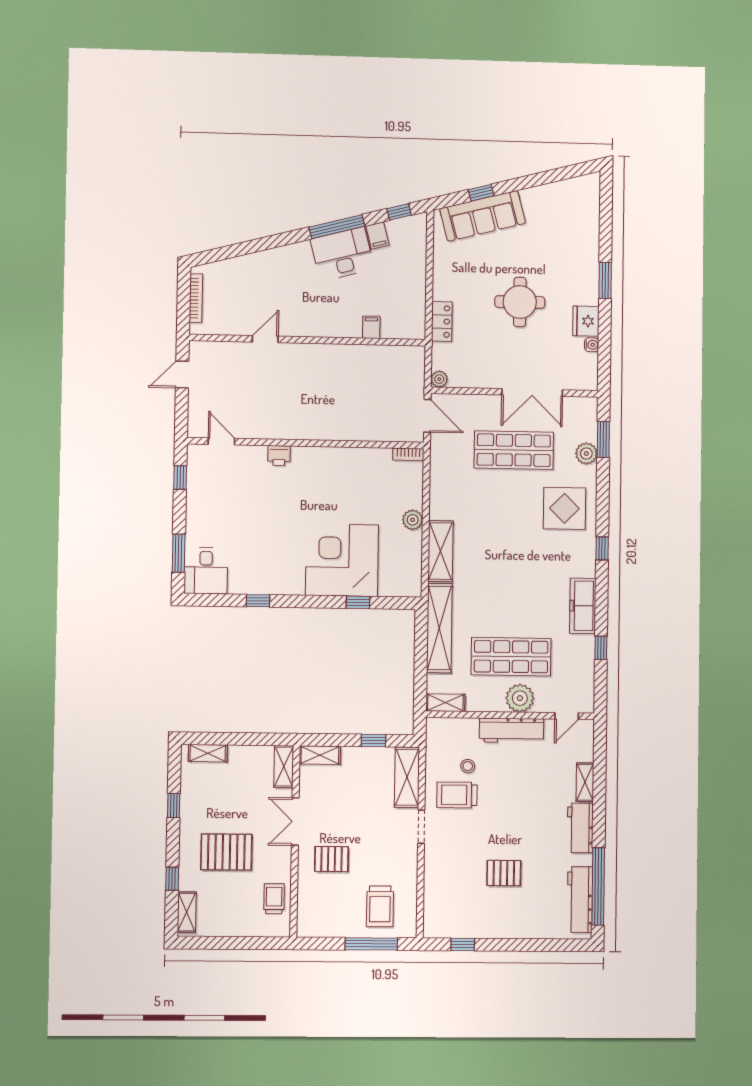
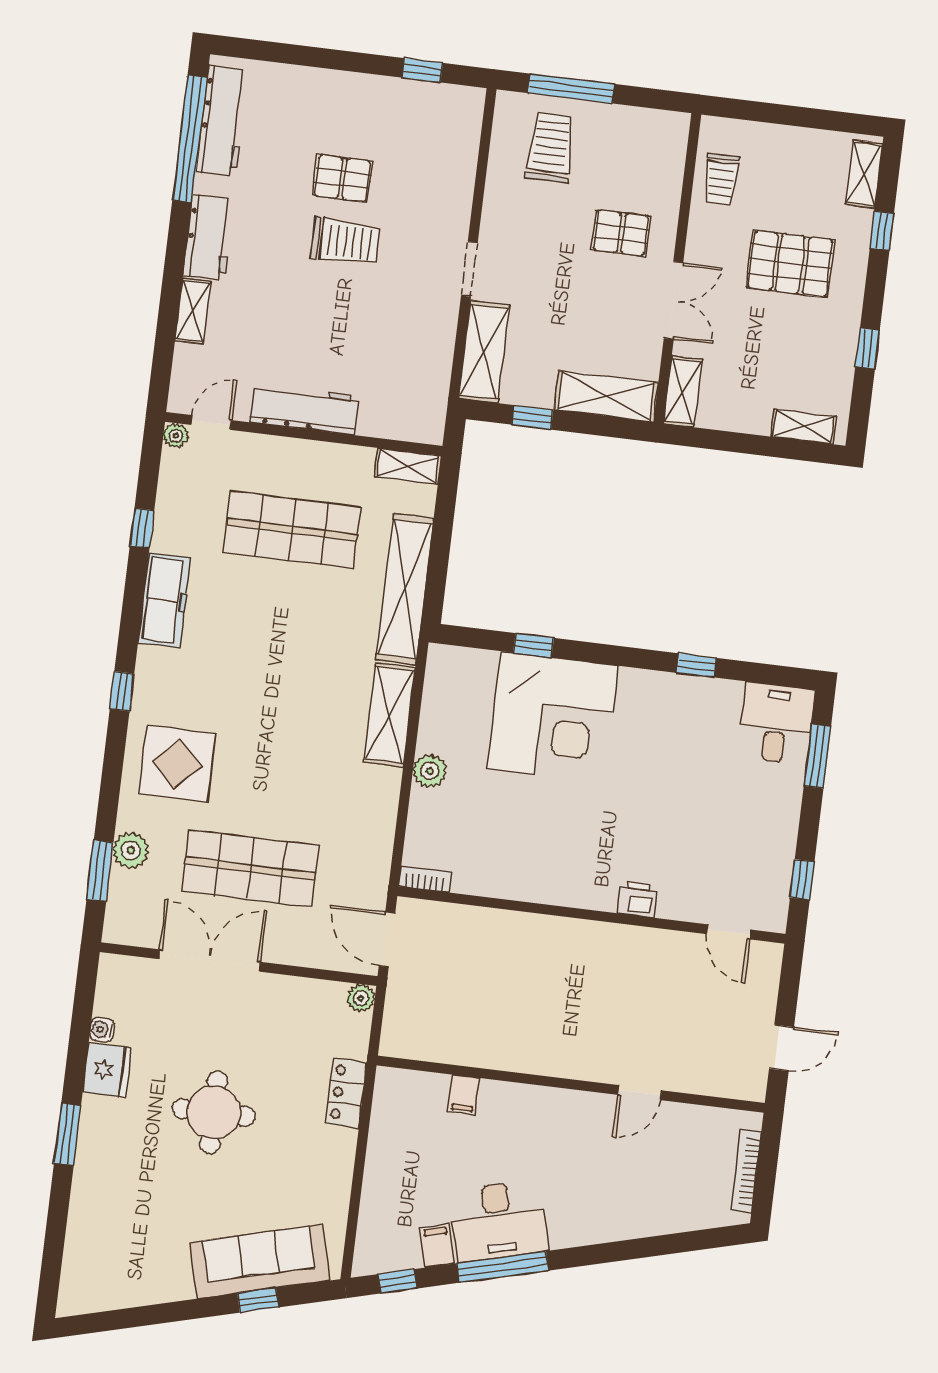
plant: (520, 698) -> (176, 436), moved, width x0.53, depth x0.53
shelving: (320, 755) -> (606, 396), width x1.50, depth x1.33
stool: (468, 766) -> (383, 359), removed
trolley: (457, 795) -> (345, 242), moved

